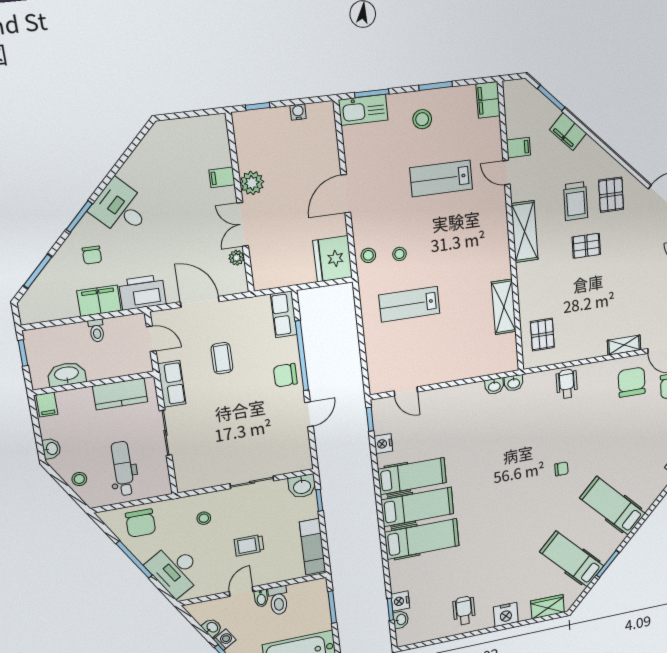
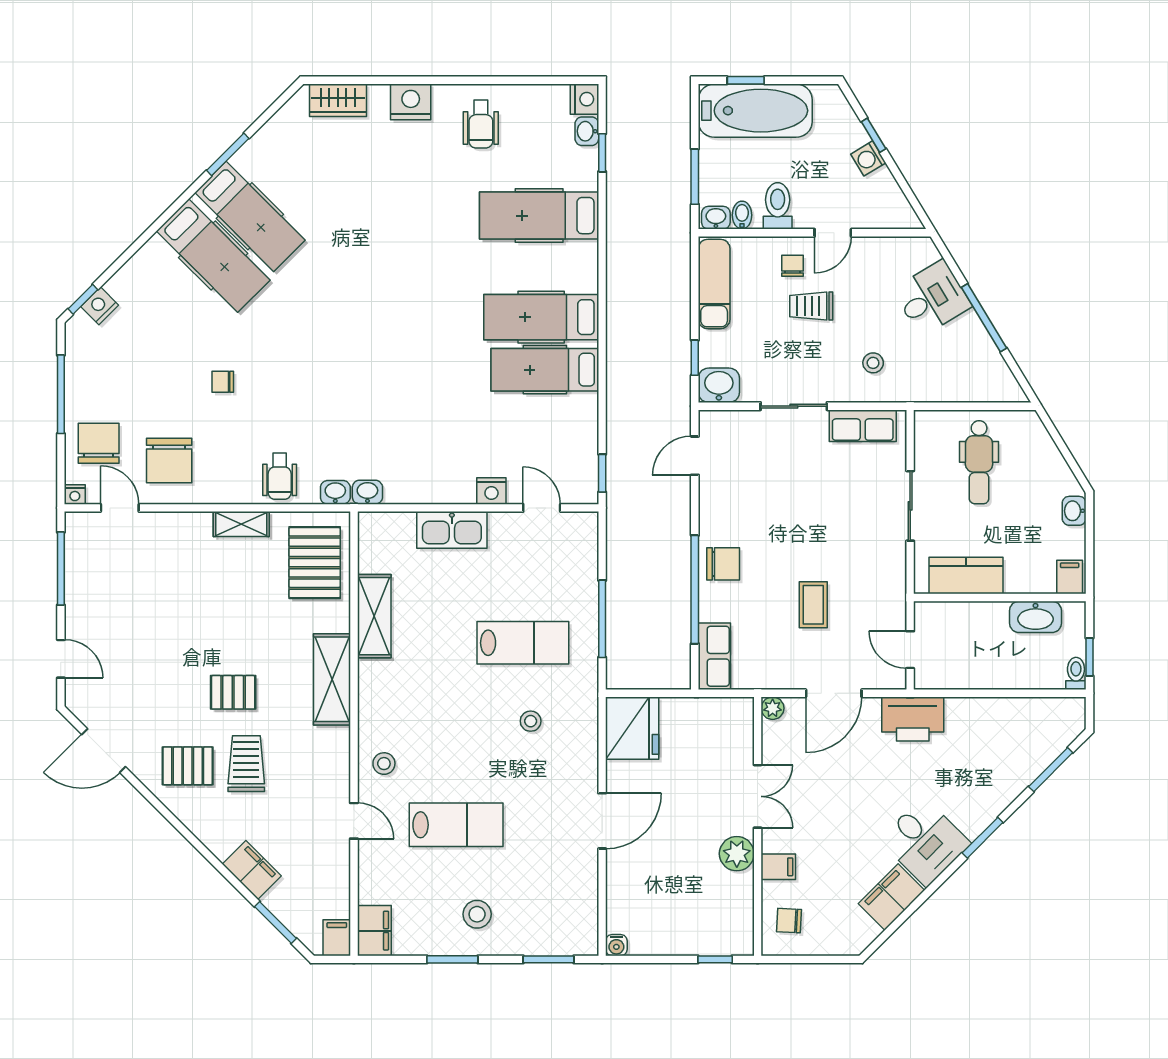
kitchen sink: (363, 110) -> (452, 530), moved, turned 180
water cooler: (298, 112) -> (616, 945), moved
filing cabinet: (518, 148) -> (337, 938), moved, turned 90
pallet: (611, 195) -> (188, 766), turned 90
shelving: (525, 232) -> (332, 679), moved
chair: (92, 255) -> (789, 921), moved, turned -87
stool: (368, 255) -> (384, 764), moved
plant: (237, 258) -> (773, 708), moved
filing cabinet: (99, 301) -> (892, 897), moved, turned 135
door: (200, 302) -> (834, 693), hinge flipped
window: (360, 327) -> (602, 619), added
toilet: (97, 331) -> (1076, 673), moved
pallet: (542, 335) -> (315, 563), width x1.50, depth x1.42
shelving: (624, 345) -> (241, 524), moved
row of seats: (172, 384) -> (863, 426), moved, turned -90
washbasin: (494, 386) -> (335, 492), moved
door: (309, 414) -> (695, 456), moved
nightstand: (383, 444) -> (491, 491), moved, turned 90
chair: (562, 469) -> (223, 382), moved
stool: (79, 479) -> (1043, 458), removed
chair: (141, 523) -> (792, 266), moved, width x0.54, depth x0.54
hospital bed: (422, 539) -> (539, 216), moved
trolley: (249, 545) -> (811, 306), turned 180
hospital bed: (572, 559) -> (250, 216), moved
desk: (175, 570) -> (932, 298), width x0.73
bidet: (261, 598) -> (742, 215), moved
nightstand: (400, 601) -> (584, 99), moved
washbasin: (212, 628) -> (716, 218), moved, turned 121

